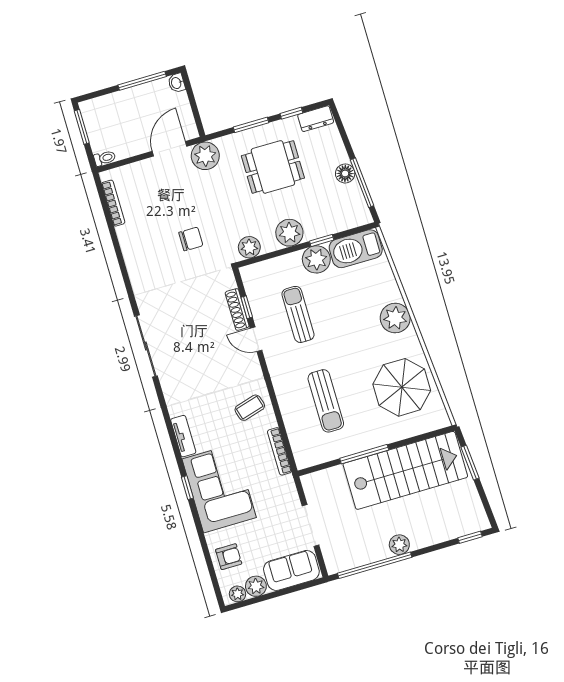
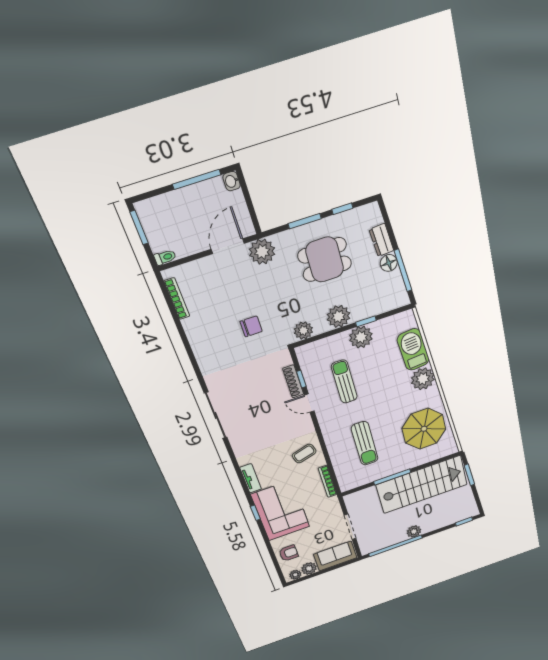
dresser: (316, 119) -> (381, 240), moved, turned 85
barbecue: (356, 249) -> (413, 349), moved, turned 85

